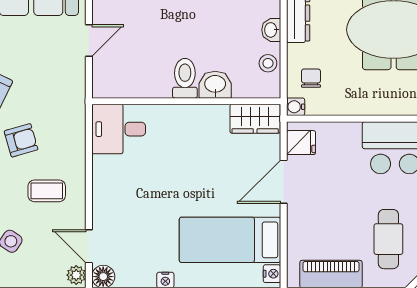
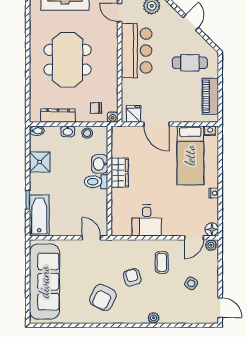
door: (89, 41) -> (91, 238), moved
wardrobe: (255, 119) -> (120, 173), moved
desk: (119, 129) -> (147, 220), moved

